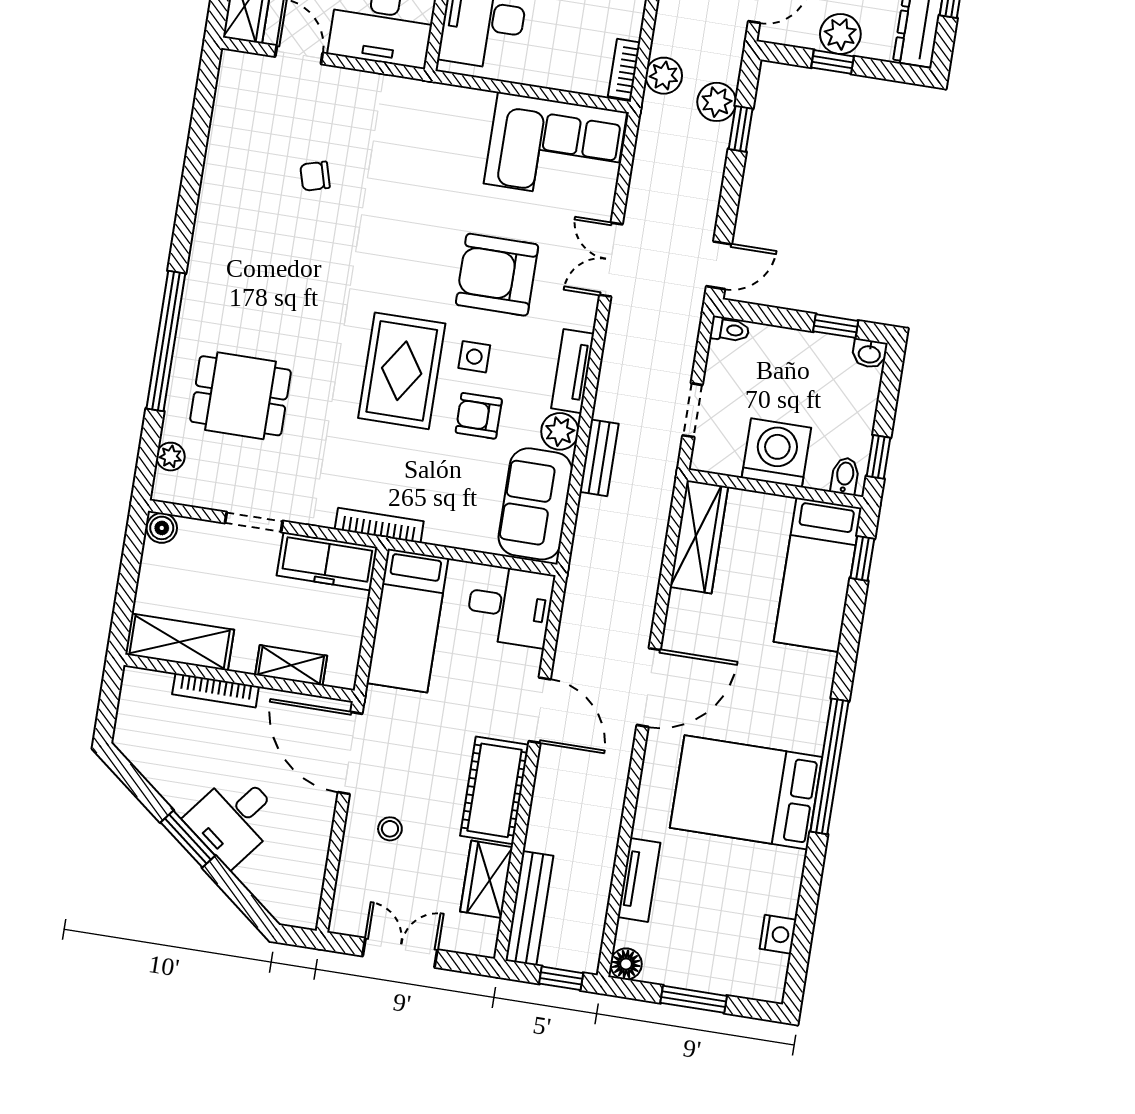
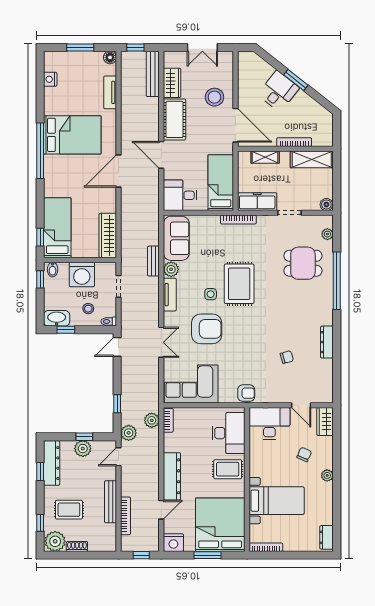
plant: (717, 102) -> (129, 433), moved
dresser: (213, 197) -> (327, 342), added
washbasin: (869, 354) -> (57, 318), width x1.91, depth x1.45
stool: (774, 368) -> (88, 309), added
armchair: (479, 416) -> (246, 393), moved
stool: (390, 829) -> (214, 97), width x1.89, depth x1.89

